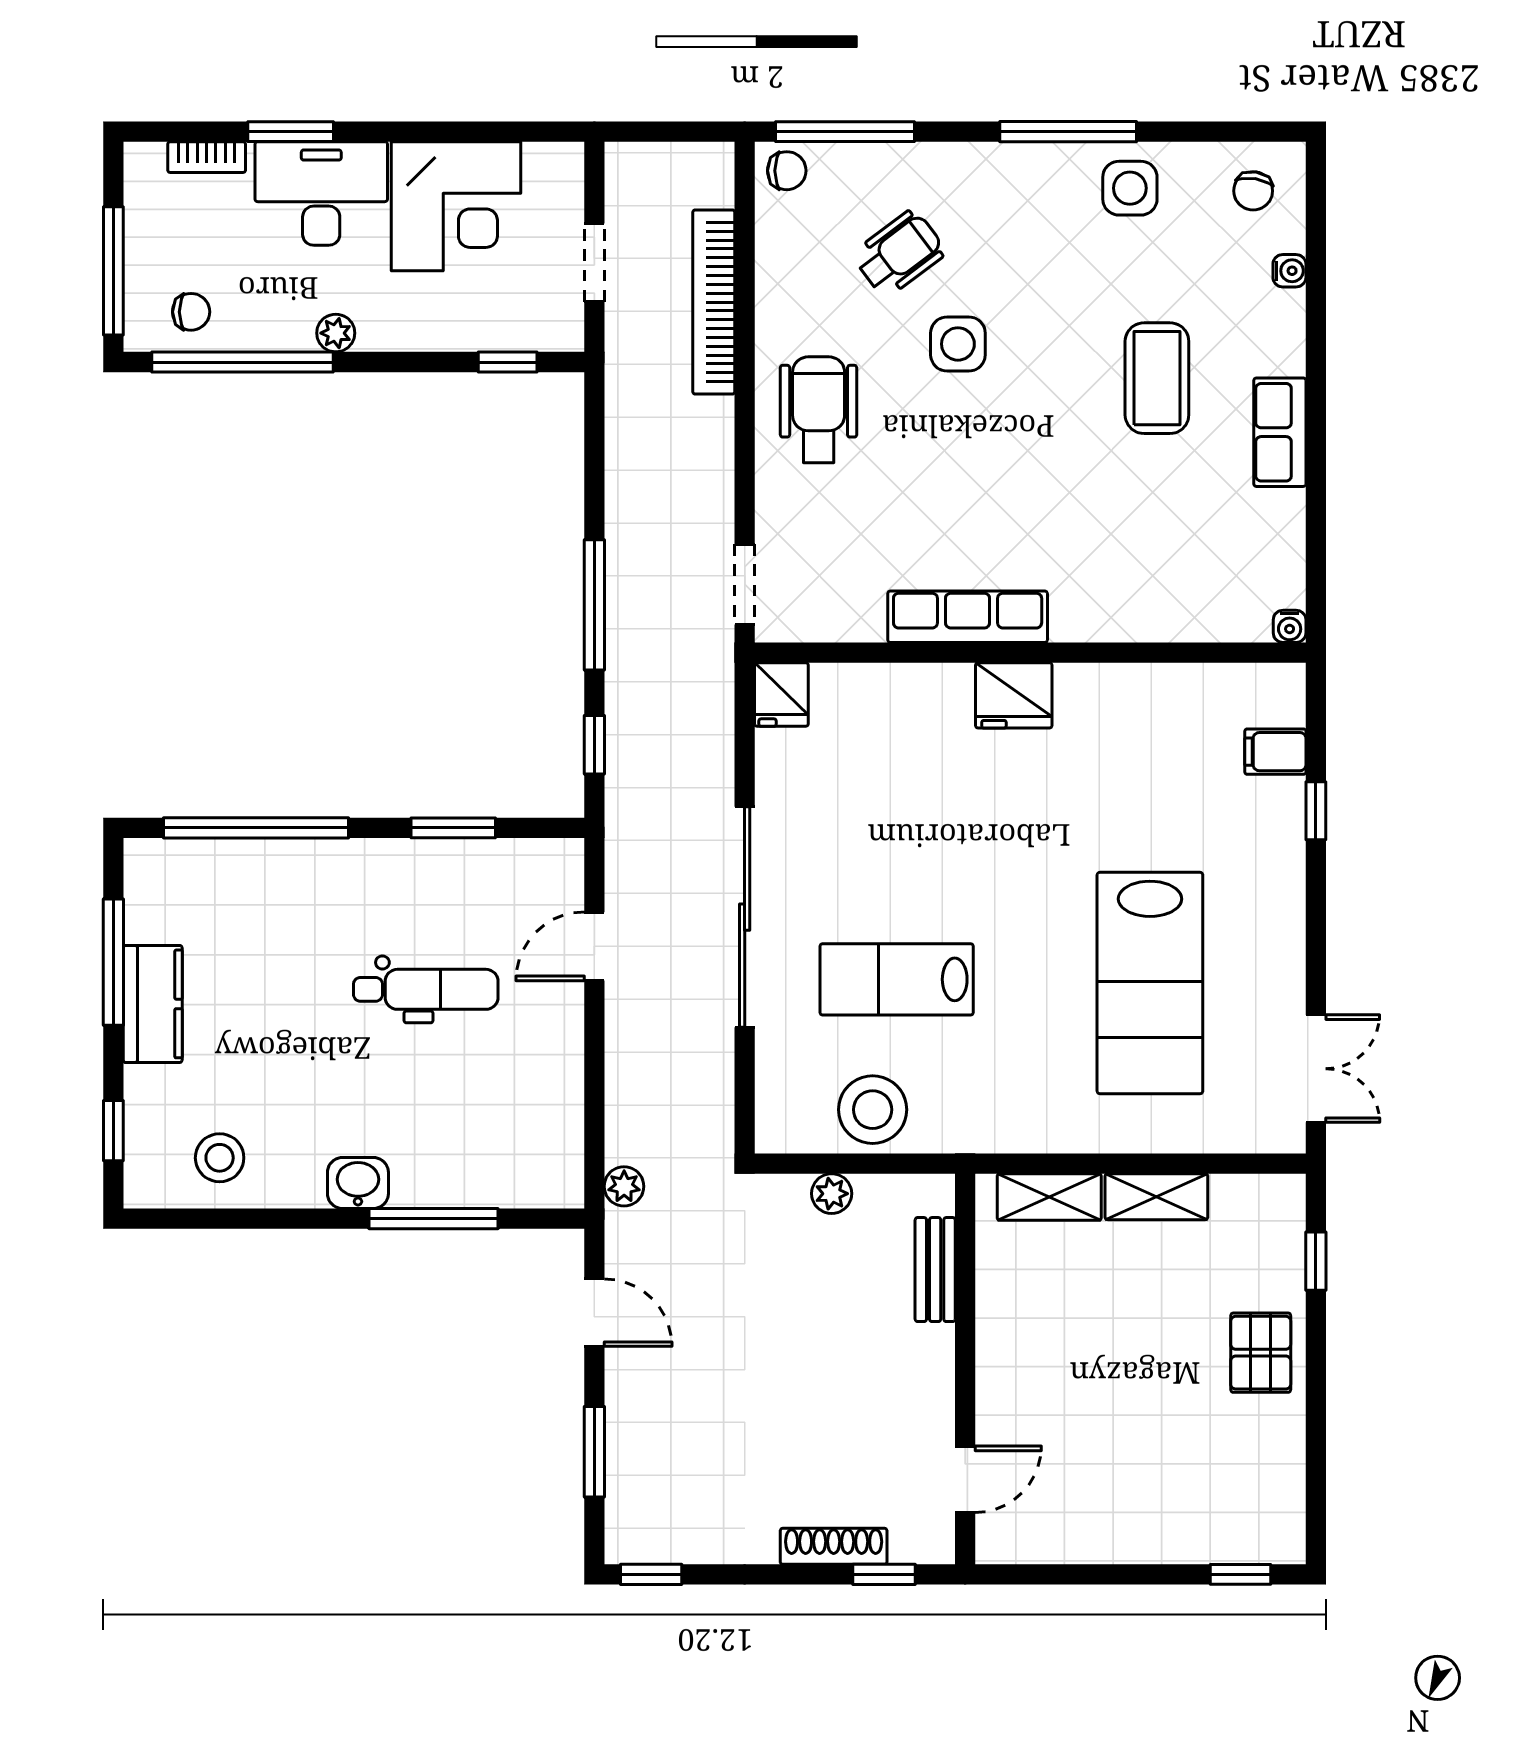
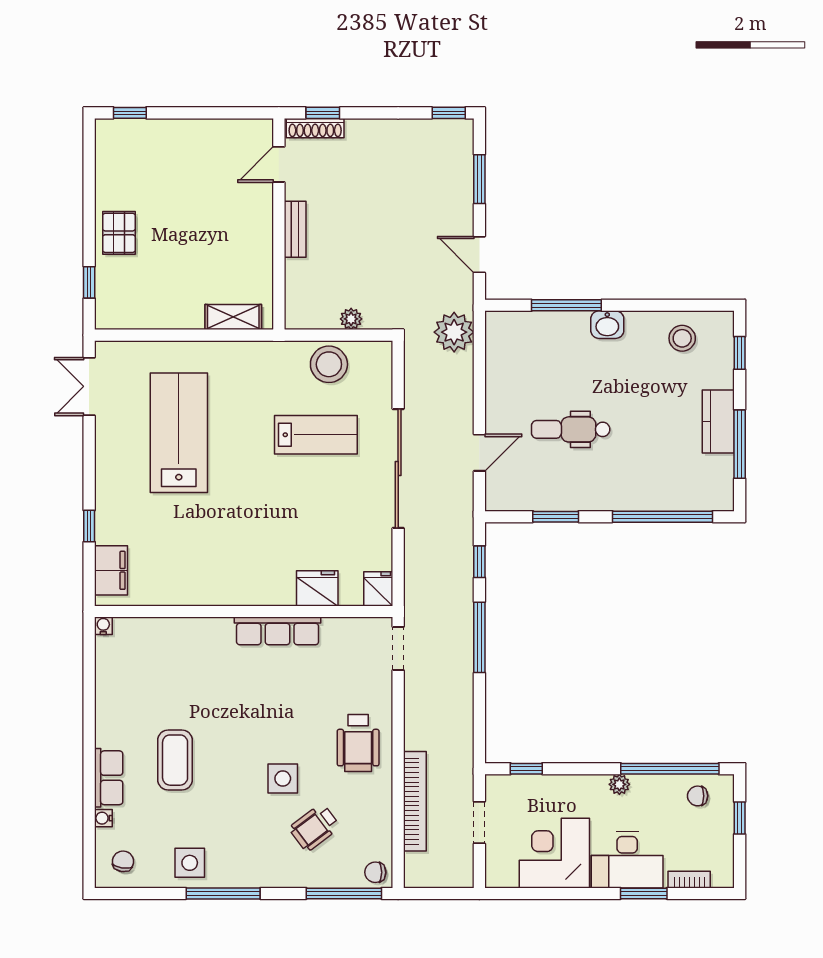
window: (113, 271) -> (740, 818), width x0.46
row of seats: (1280, 432) -> (109, 778), moved
fridge: (1014, 695) -> (317, 588), moved
filing cabinet: (1275, 752) -> (111, 570), width x2.00
plant: (624, 1186) -> (454, 332), width x1.88, depth x1.88
shelving: (1156, 1197) -> (175, 317), removed
bench: (935, 1270) -> (295, 229), moved
shoe rack: (834, 1546) -> (315, 128), moved

